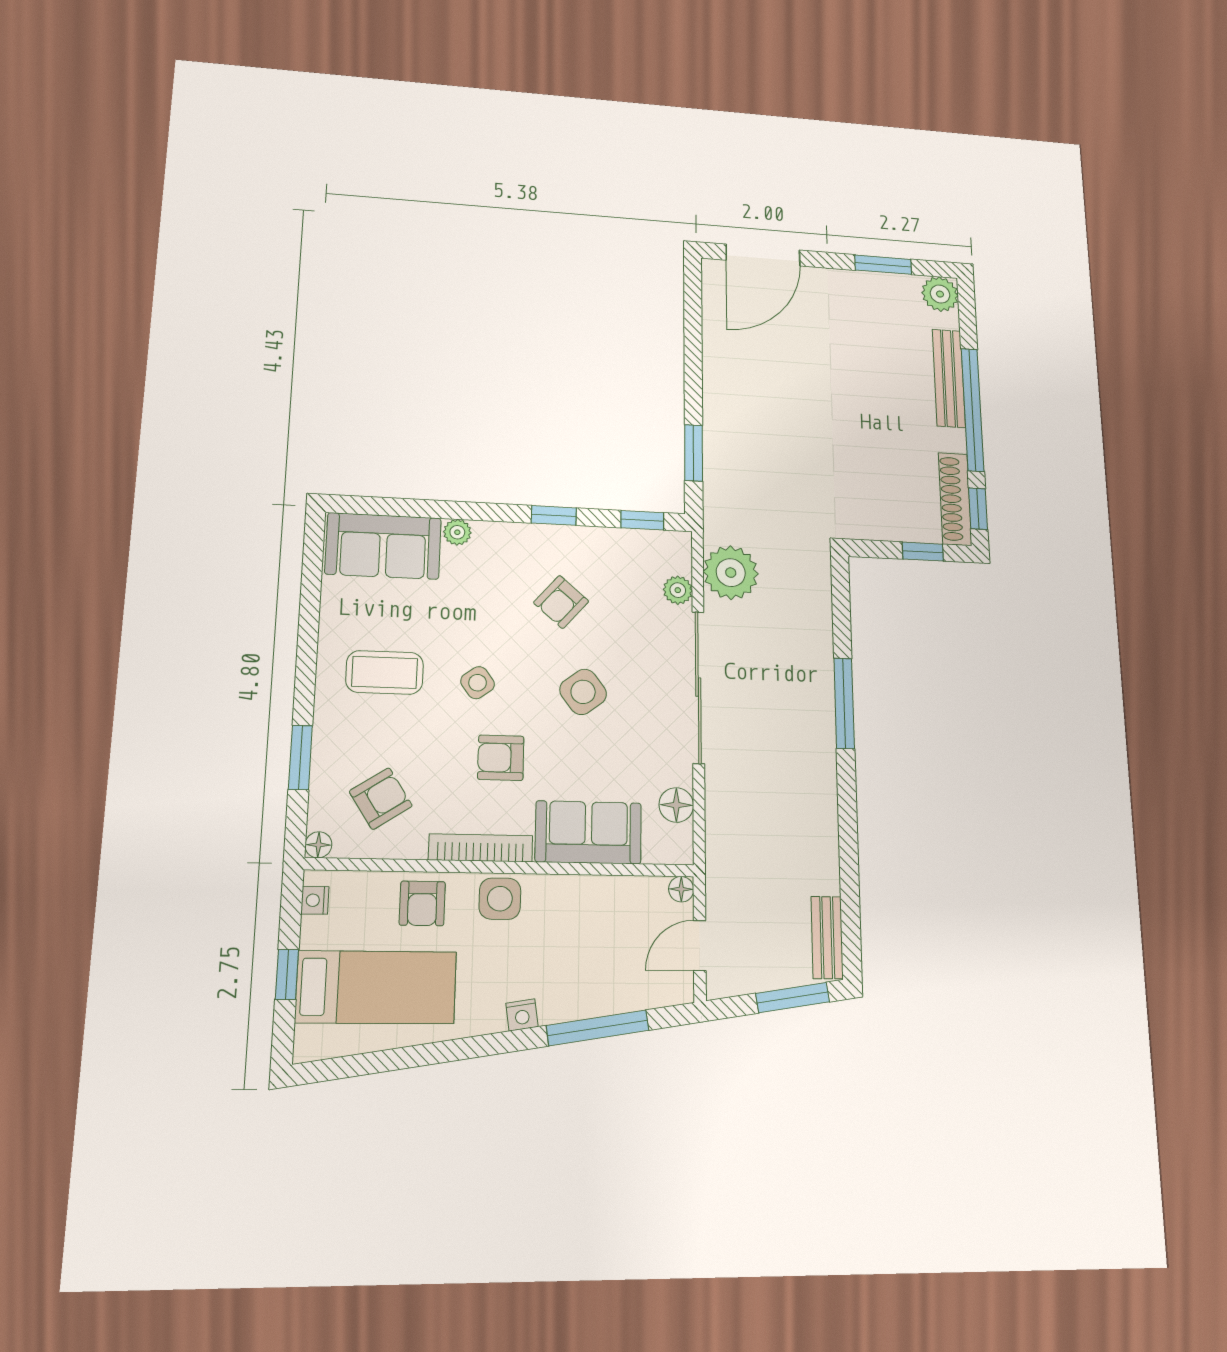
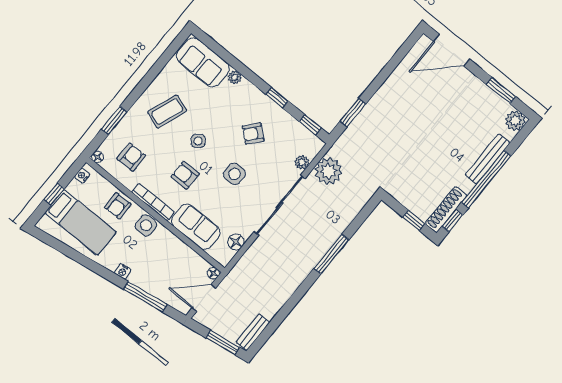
coffee table: (385, 672) -> (167, 112), turned -70
side table: (583, 692) -> (235, 174), turned 37
armchair: (381, 799) -> (131, 157), turned -57
door: (700, 945) -> (204, 298), width x1.38

